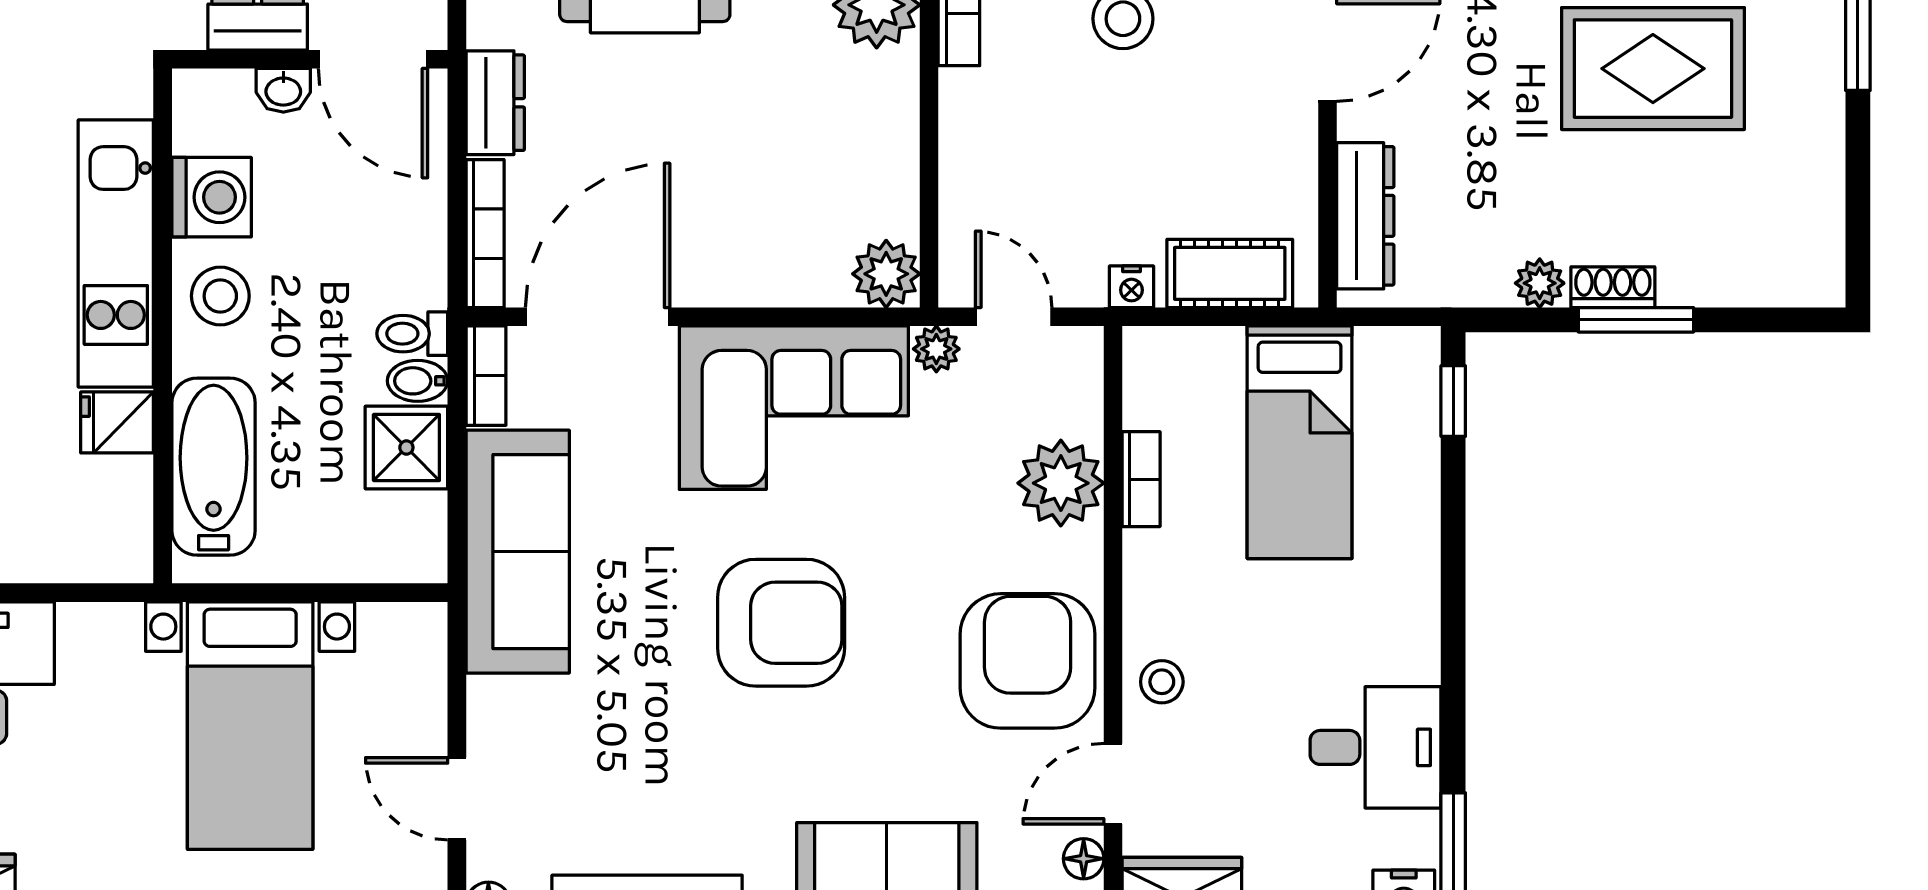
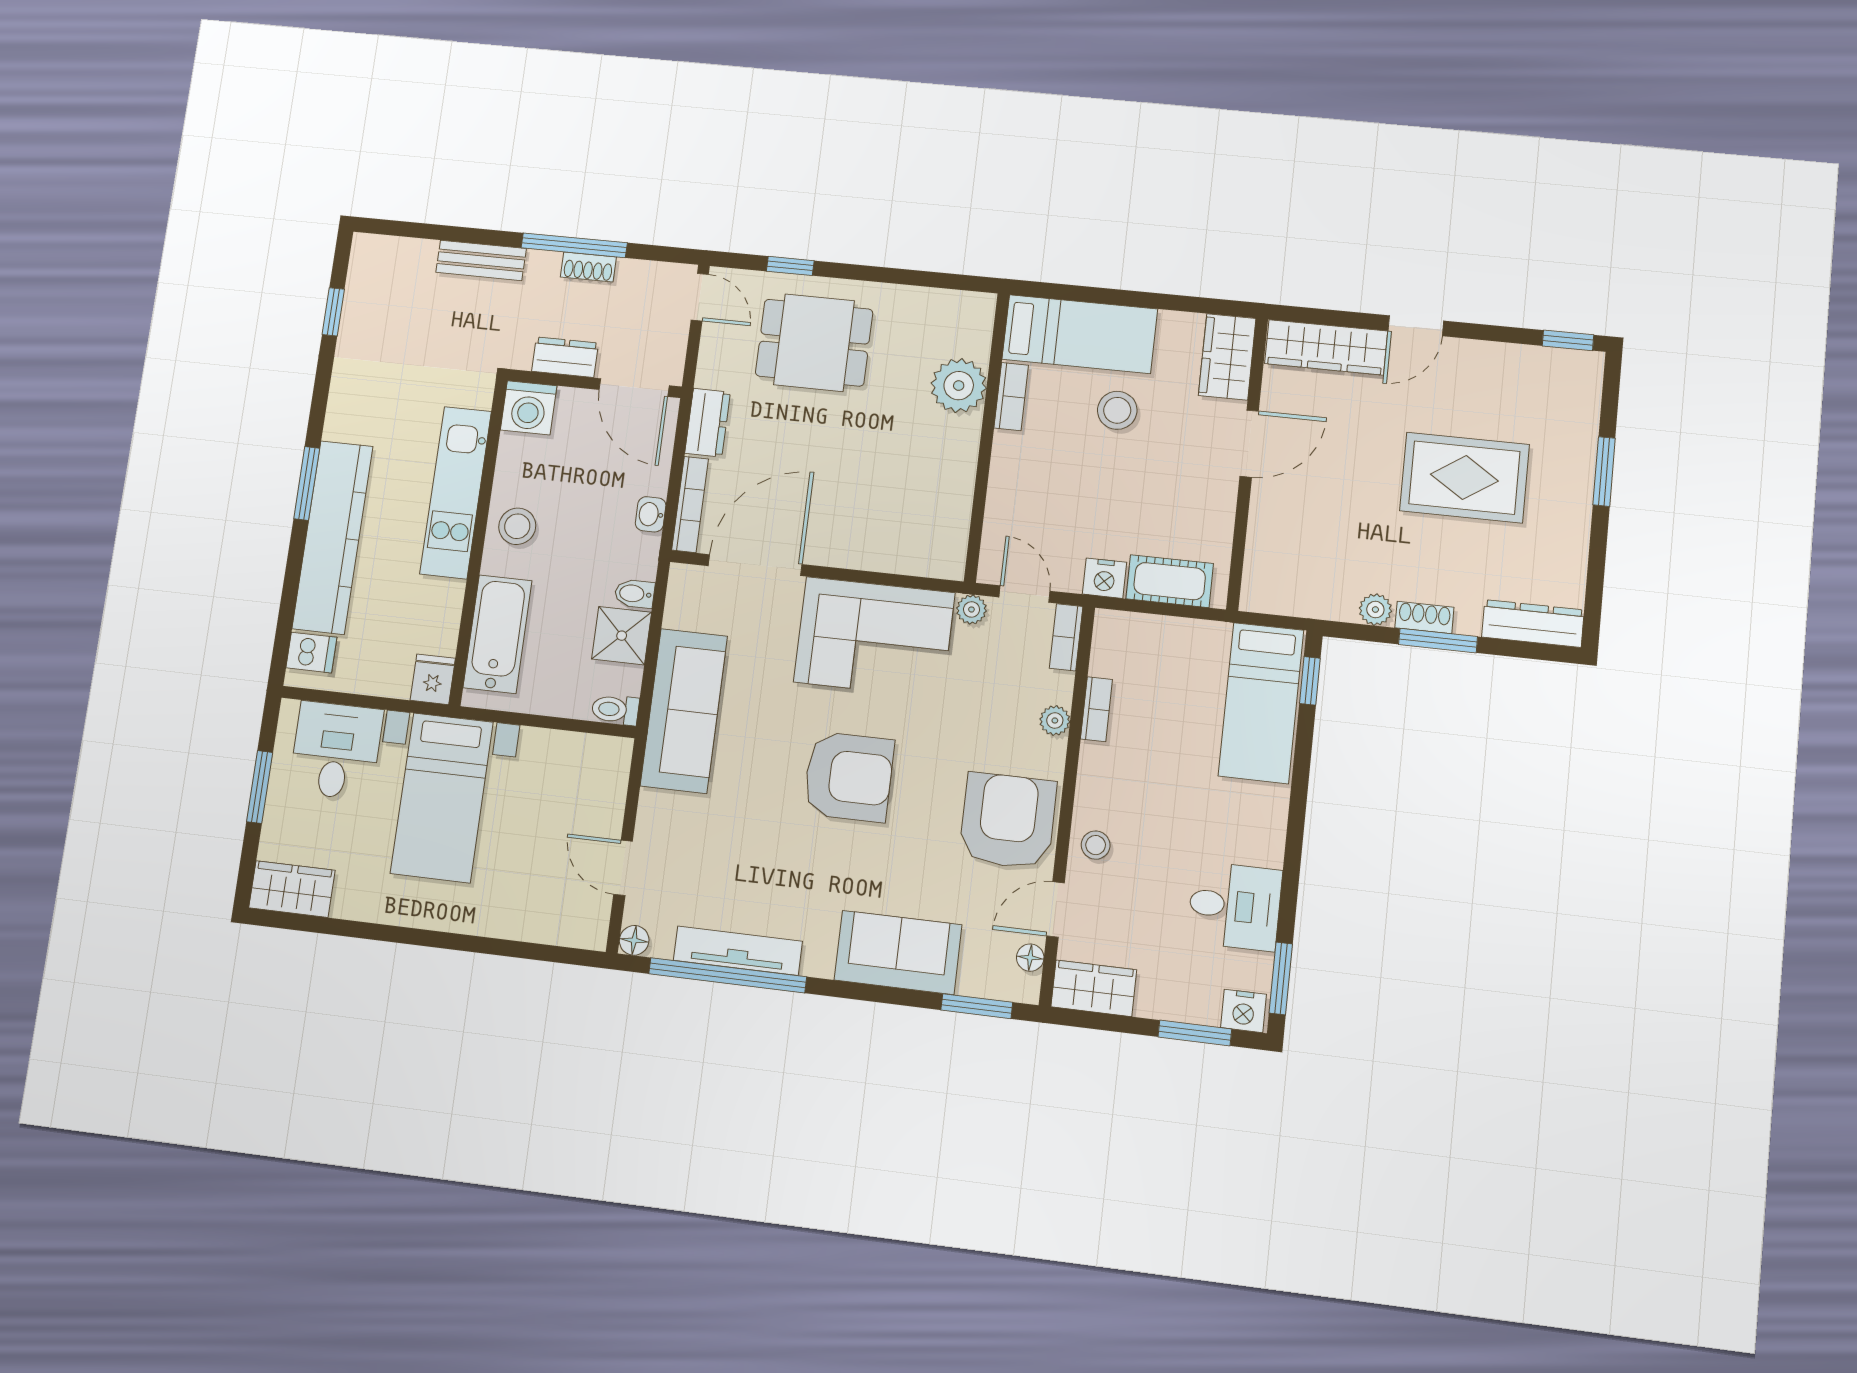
washbasin: (283, 90) -> (651, 514), moved, turned 90
washing machine: (212, 197) -> (529, 408), moved, turned 90
dresser: (1365, 216) -> (1533, 623), moved, turned -90
plant: (886, 274) -> (945, 558), removed
nightstand: (1131, 287) -> (1104, 578), width x1.39, depth x1.35
toilet: (412, 334) -> (615, 710), moved
bookcase: (486, 376) -> (1066, 637), moved, turned 180
fridge: (117, 422) -> (433, 679), moved, turned 90
bed: (1300, 442) -> (1261, 703), moved
plant: (1061, 483) -> (1055, 721), width x0.53, depth x0.53
bed with nightstands: (250, 726) -> (442, 798), moved

